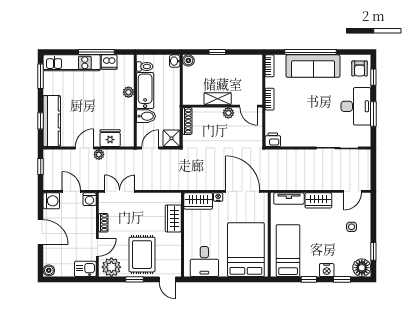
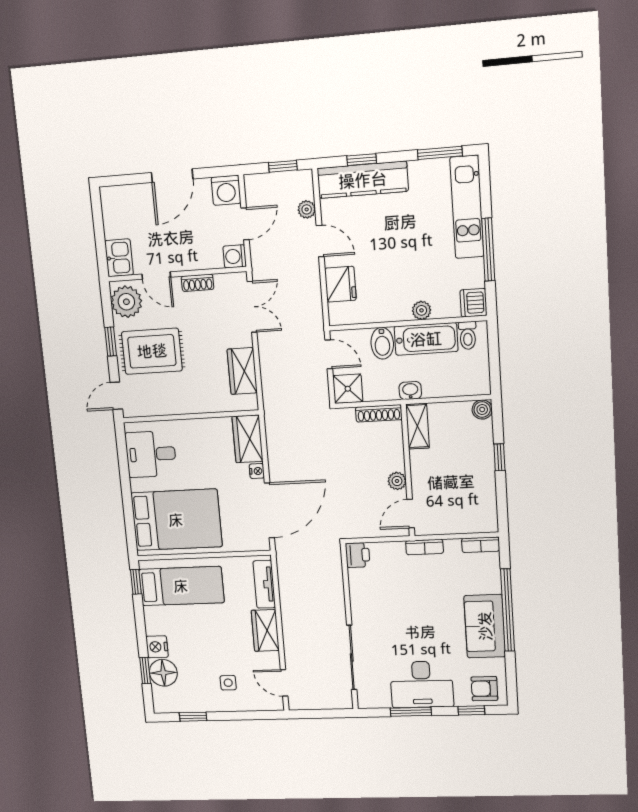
washbasin: (175, 61) -> (410, 391), moved
dishwasher: (109, 62) -> (473, 303), moved
sofa: (313, 66) -> (485, 626), width x0.73
shelving: (218, 99) -> (418, 426), moved
plant: (99, 155) -> (307, 209), moved
wardrobe: (173, 218) -> (242, 371), moved, turned -90
floor lamp: (362, 268) -> (163, 673), moved
boiler: (49, 270) -> (110, 195), removed
window: (309, 279) -> (136, 582), moved

